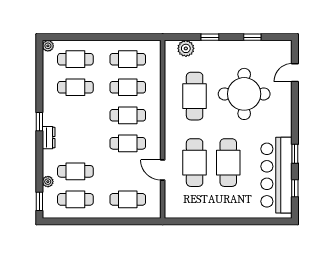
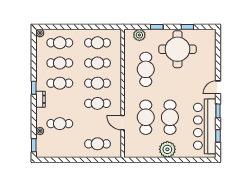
door: (295, 73) -> (218, 87), moved
round table: (244, 94) -> (177, 49), moved
cafe table: (75, 199) -> (60, 83), moved
plant: (225, 207) -> (167, 149), added

